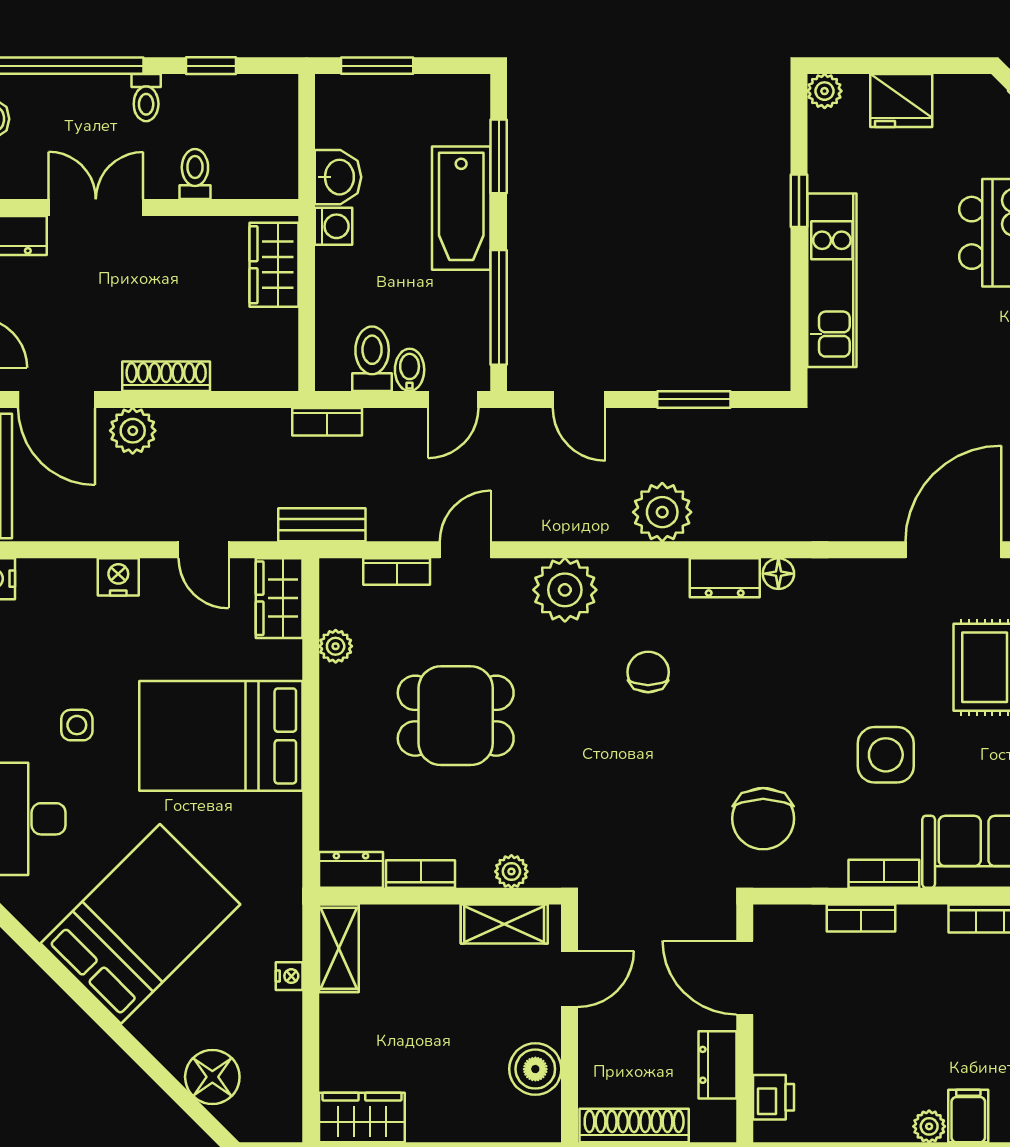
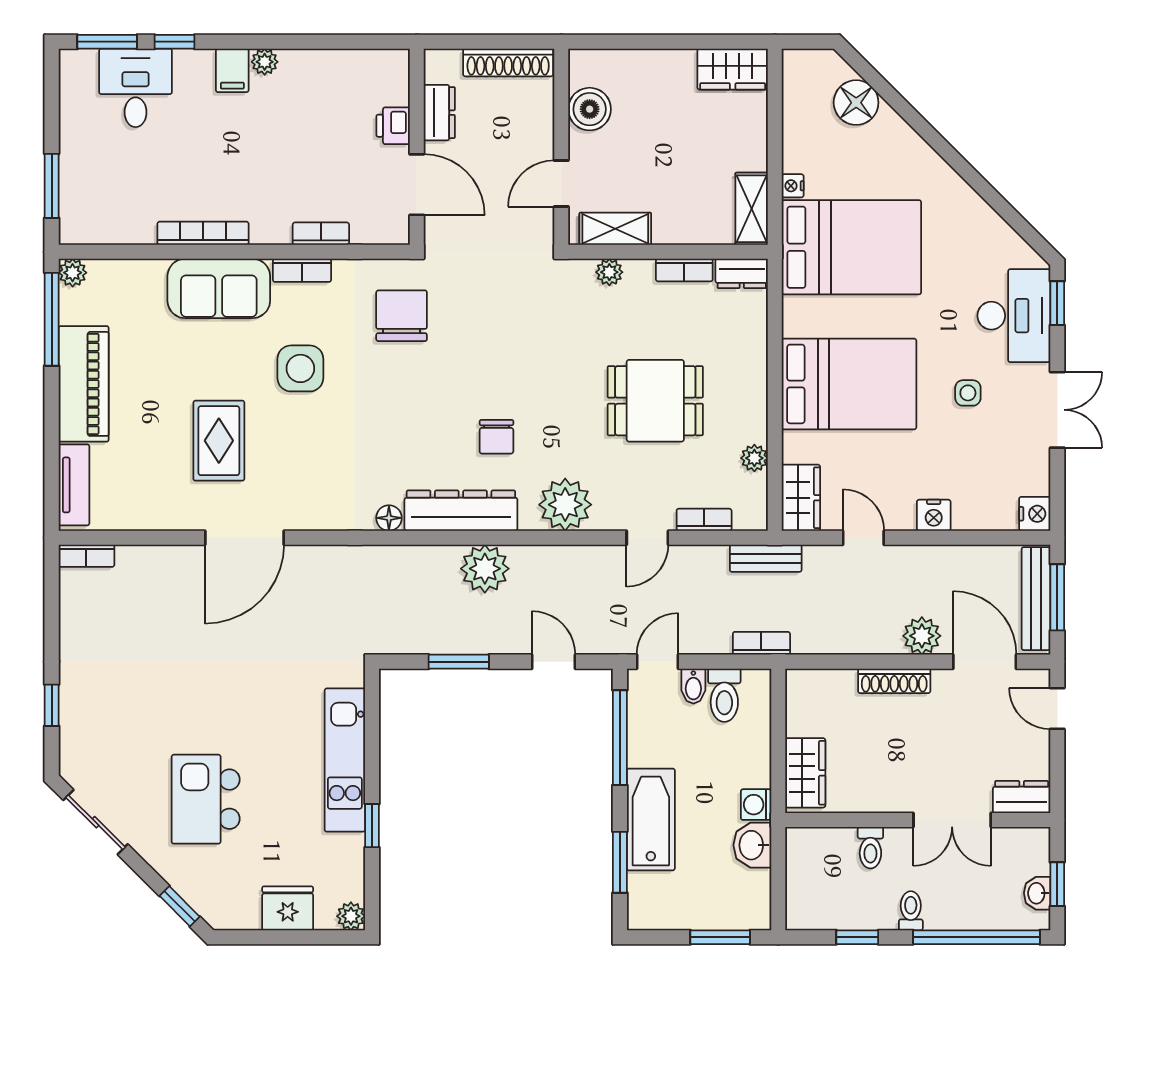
dresser: (725, 578) -> (461, 511), width x1.96, depth x1.24
bed: (140, 924) -> (851, 247), moved, turned -135
printer: (773, 1097) -> (393, 126), moved

